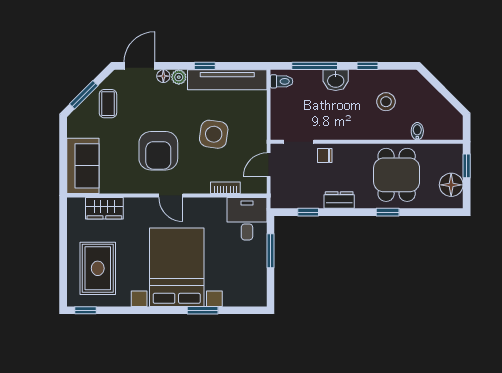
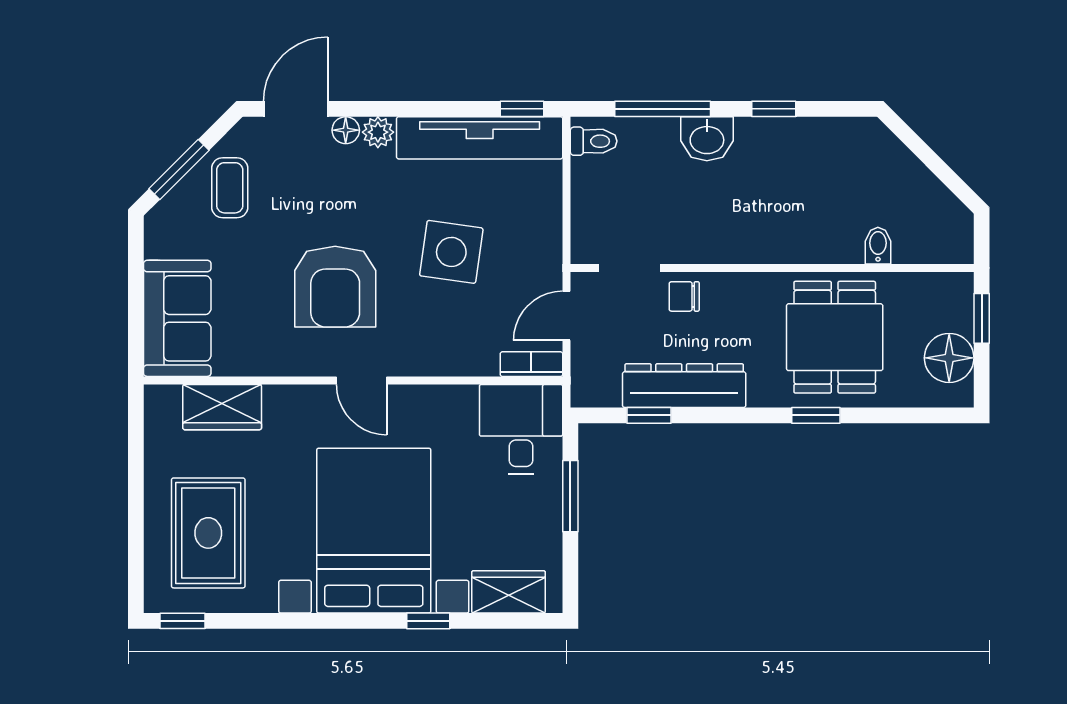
window: (205, 66) -> (522, 109), moved
stool: (386, 102) -> (812, 184), removed
bookcase: (225, 188) -> (531, 364), moved
dresser: (339, 200) -> (684, 386), width x1.96, depth x1.24
wardrobe: (241, 296) -> (509, 592), added
window: (203, 310) -> (428, 621), width x0.67

